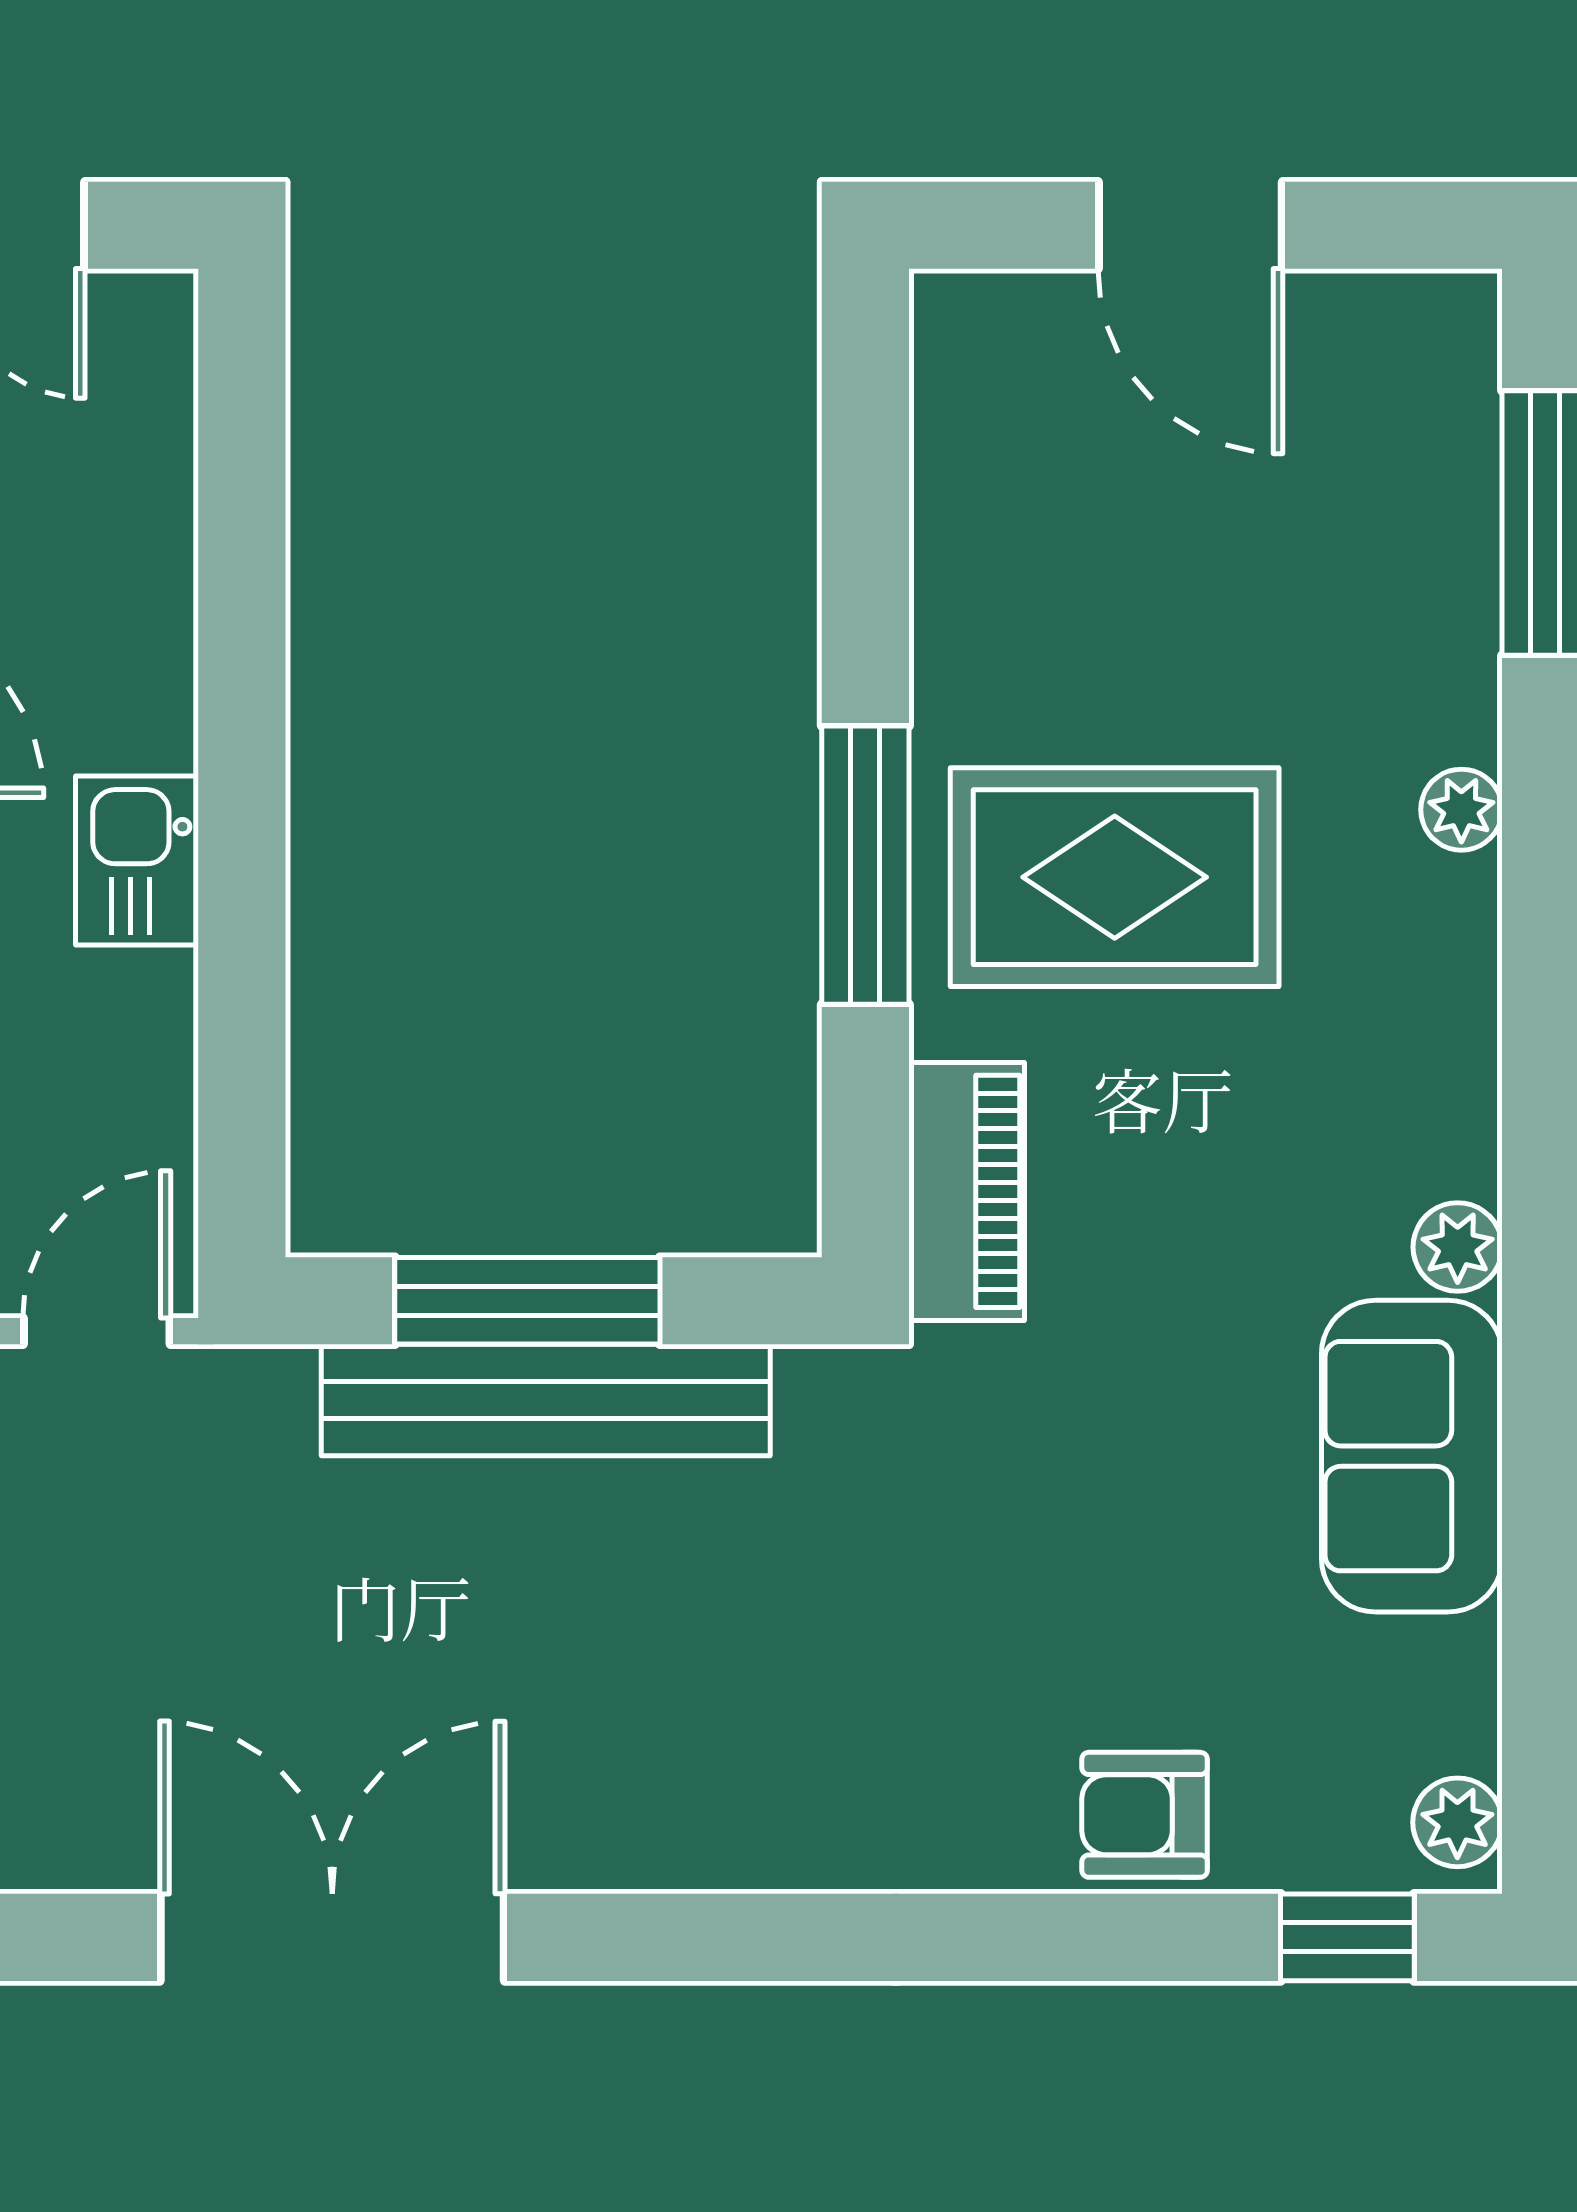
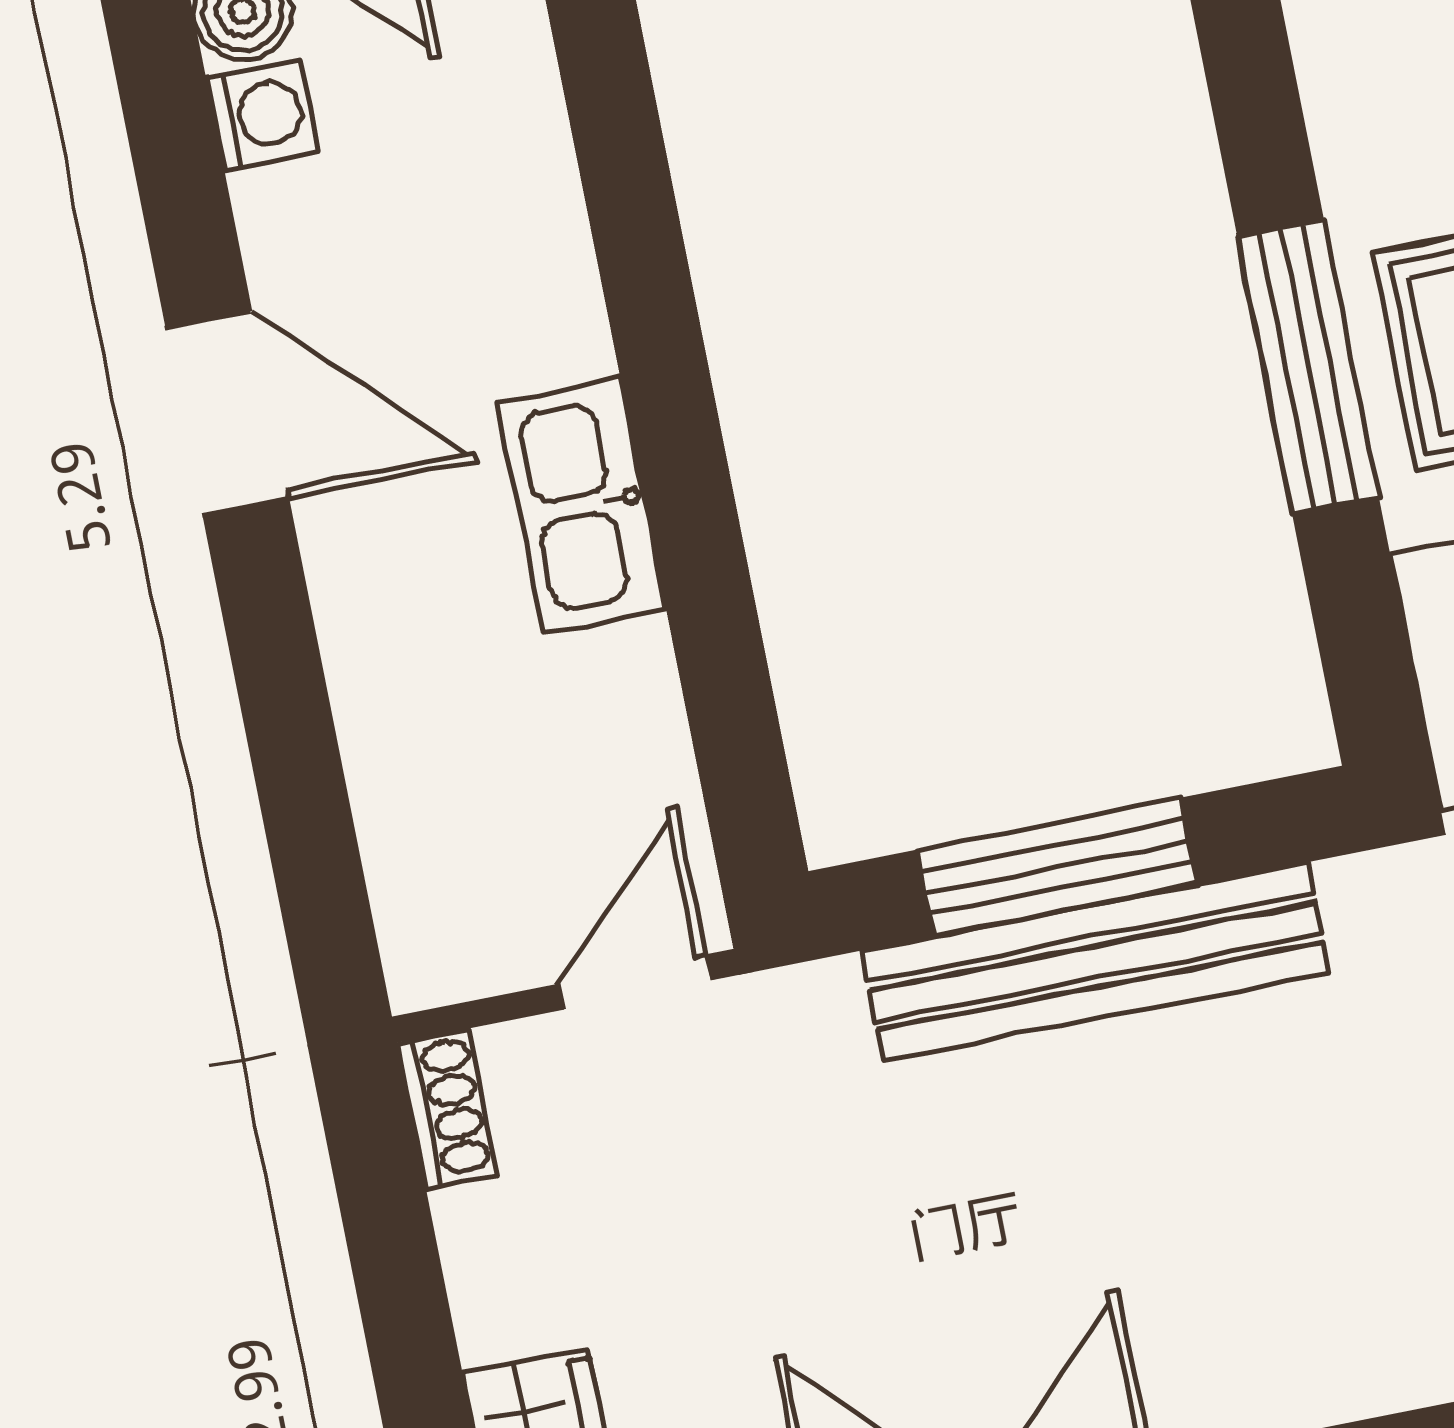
kitchen sink: (137, 861) -> (582, 506), width x1.38

